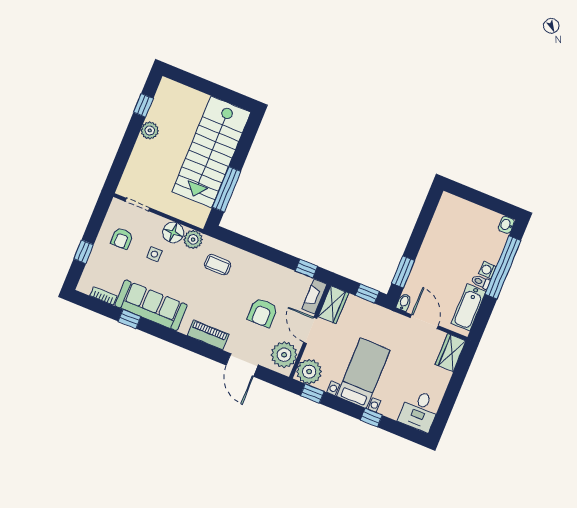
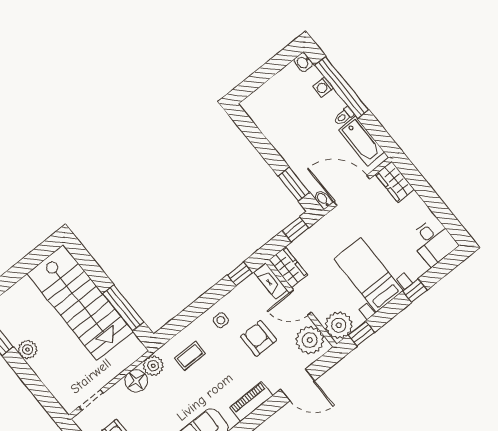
side table: (154, 254) -> (221, 320), moved
washing machine: (487, 270) -> (323, 87), moved
armchair: (262, 313) -> (259, 338), turned 180
door: (424, 322) -> (352, 190), width x1.36

